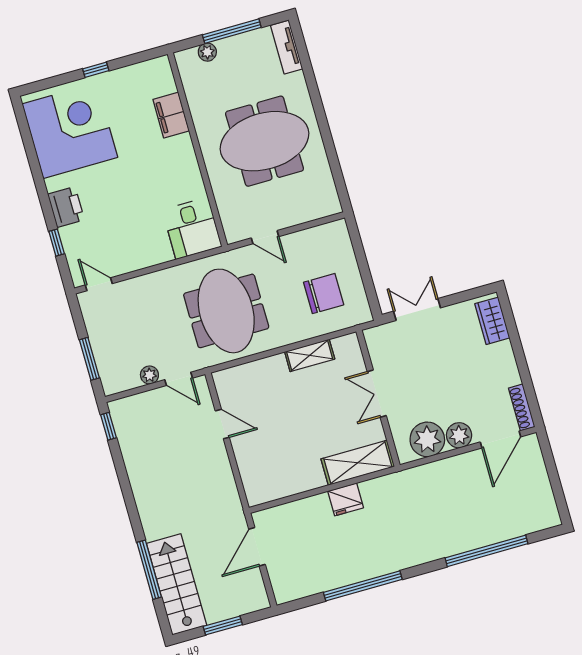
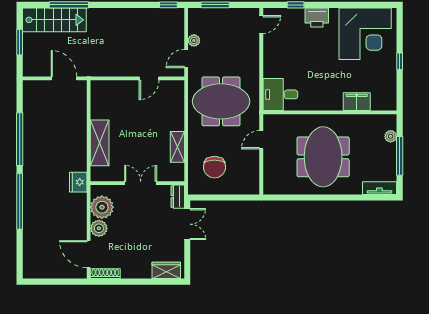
dresser: (381, 335) -> (178, 197), added
shelving: (358, 463) -> (100, 143), moved
fridge: (346, 499) -> (78, 182), moved
window: (487, 551) -> (20, 201), moved

